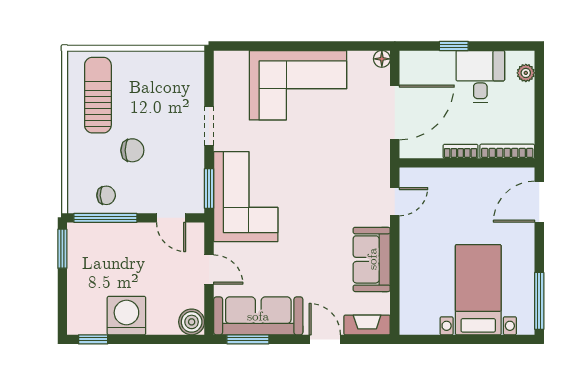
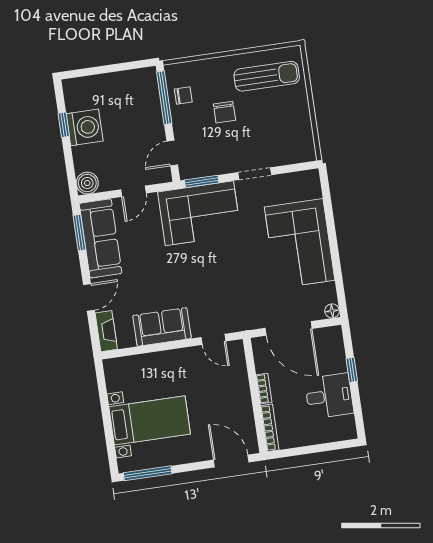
plant: (526, 73) -> (338, 434), removed
chair: (106, 195) -> (183, 96), turned -88
window: (62, 249) -> (133, 65), removed
window: (93, 339) -> (64, 125), moved

